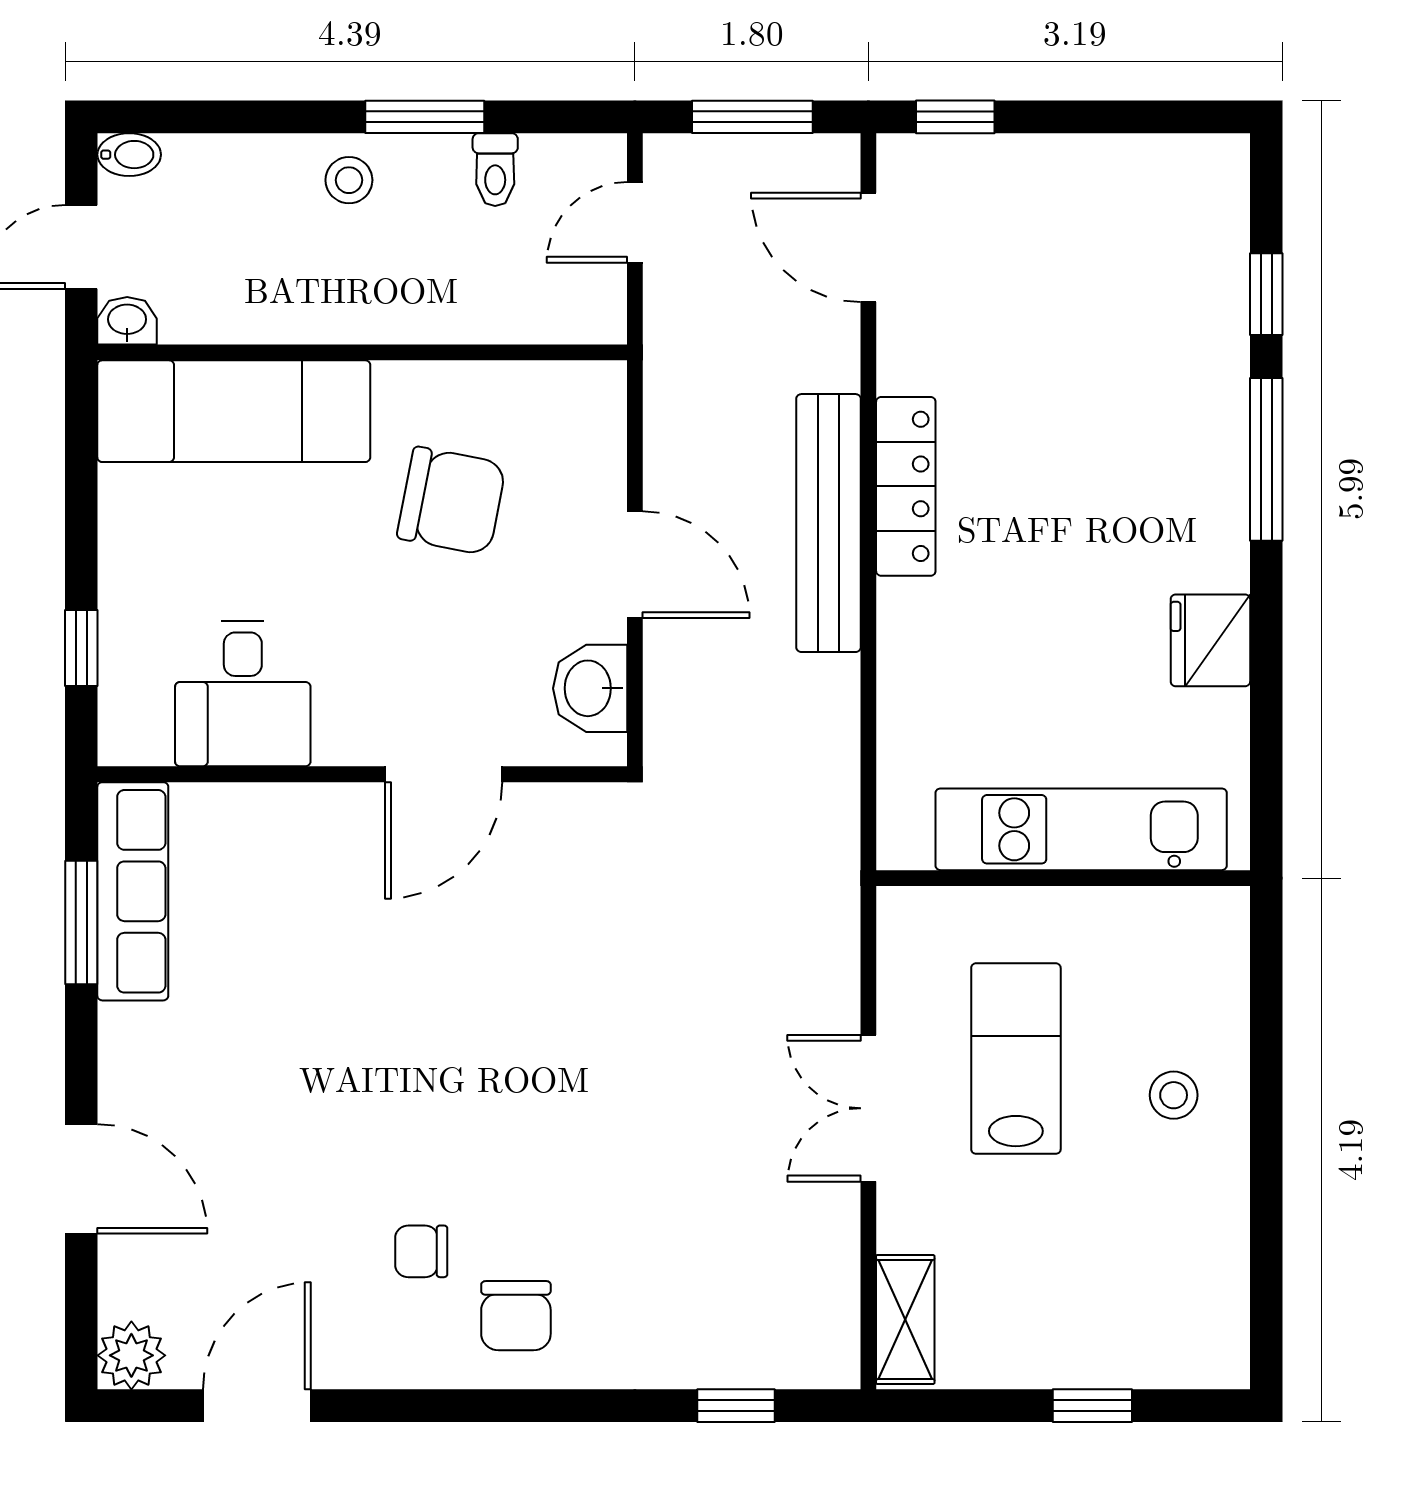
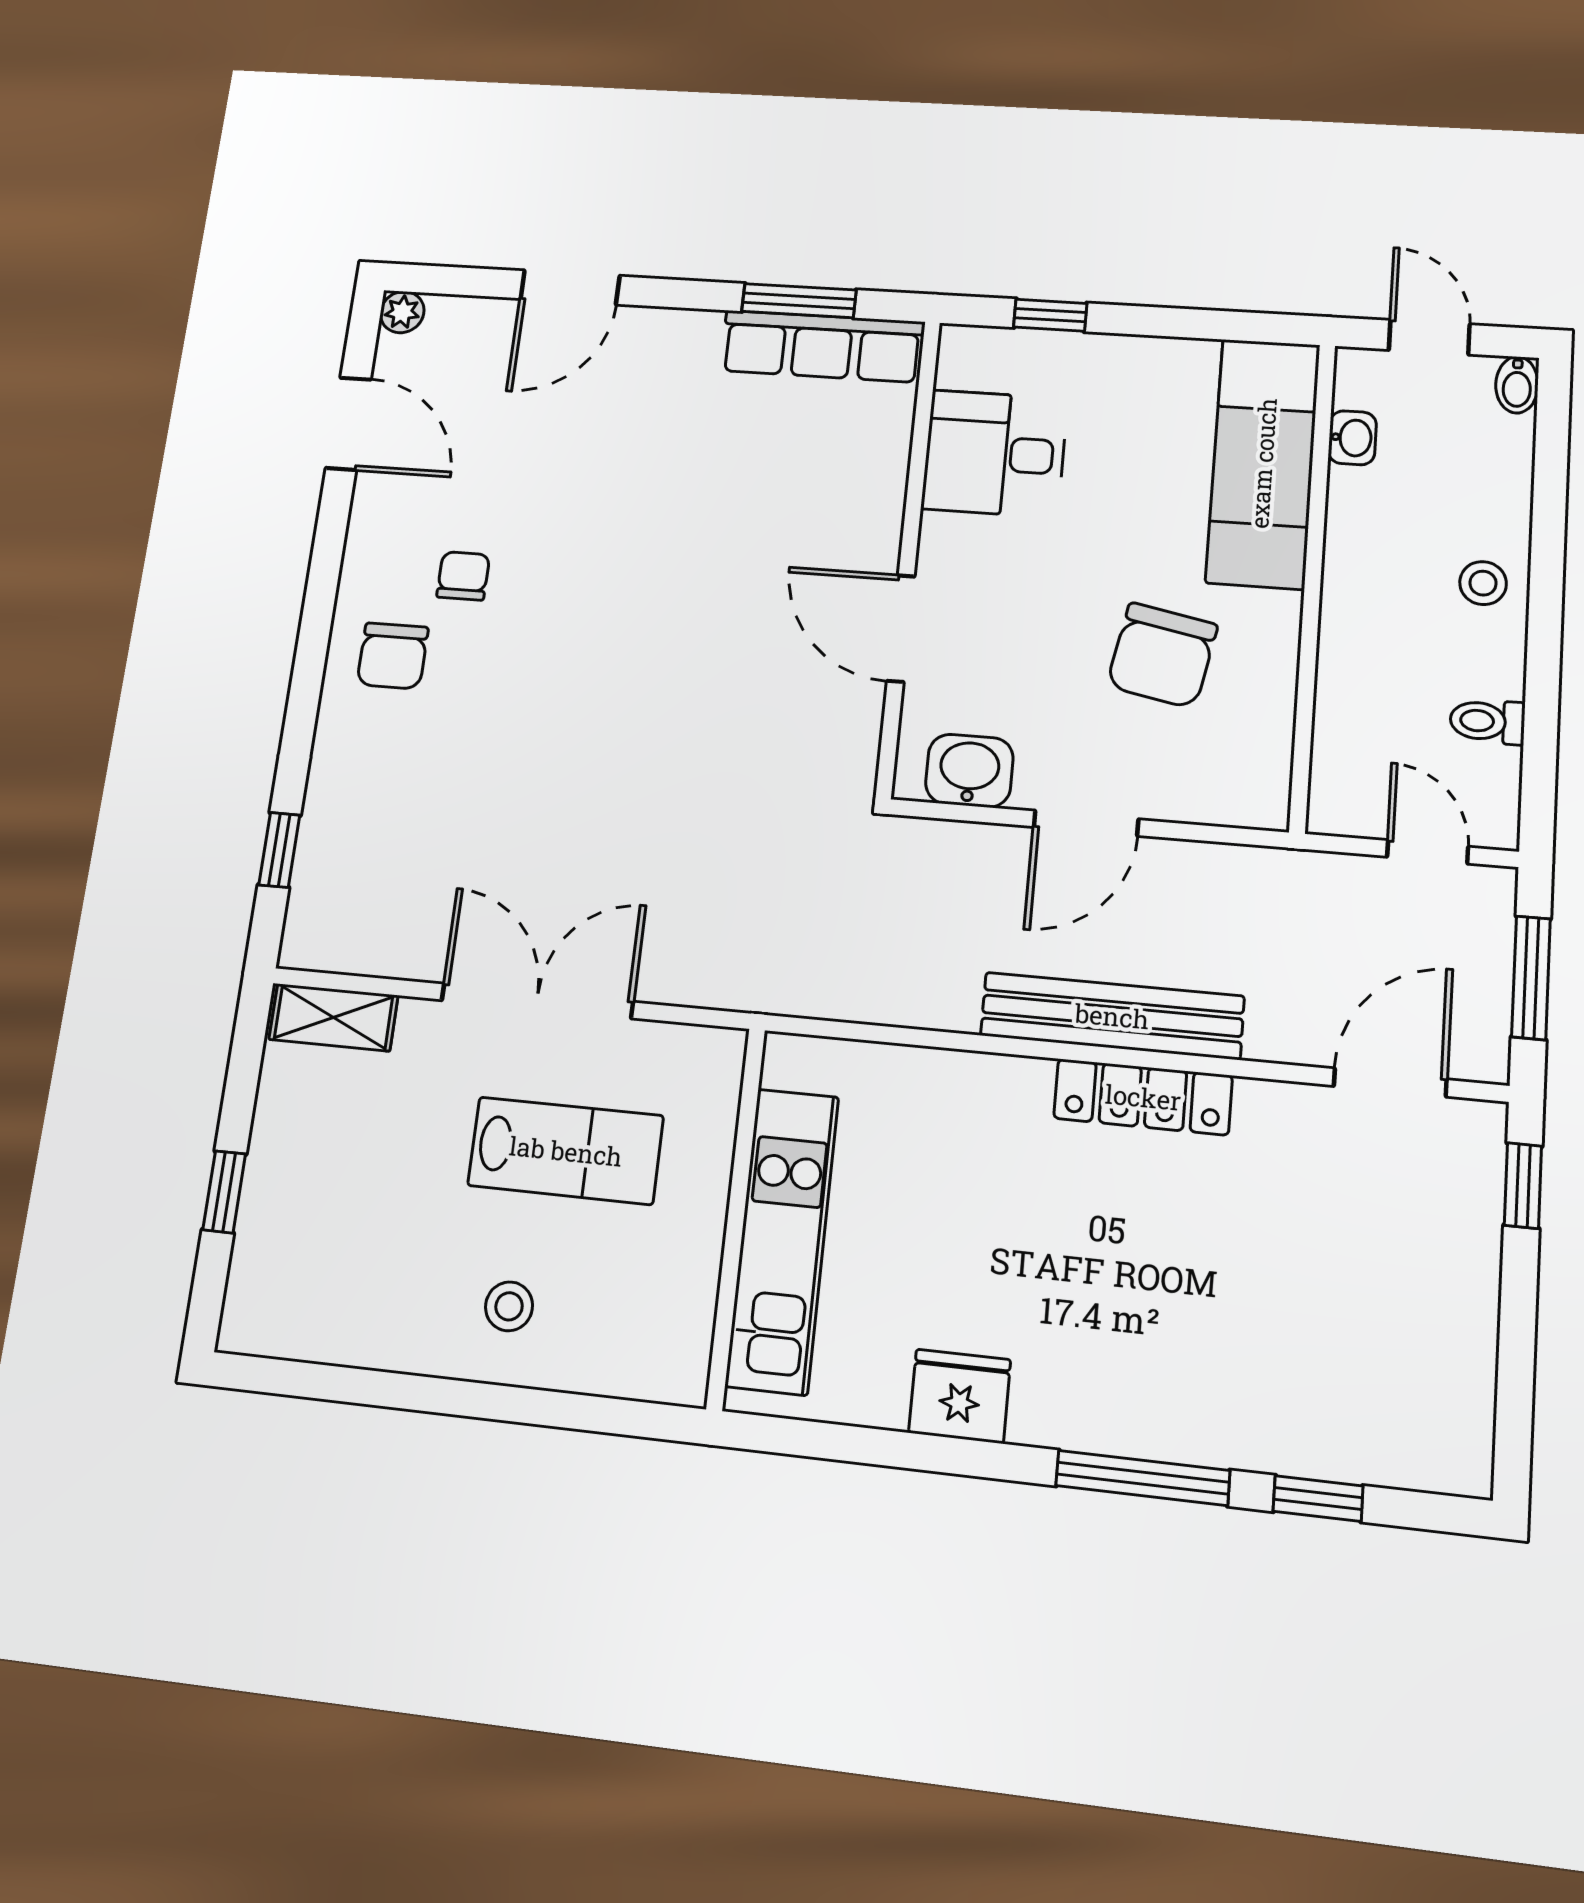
window: (425, 117) -> (1543, 659), removed
washbasin: (127, 321) -> (1352, 438), moved
double door: (868, 1108) -> (537, 1001), width x1.37
chair: (516, 1316) -> (393, 656), turned -90
plant: (131, 1355) -> (402, 312), width x0.73, depth x0.73

